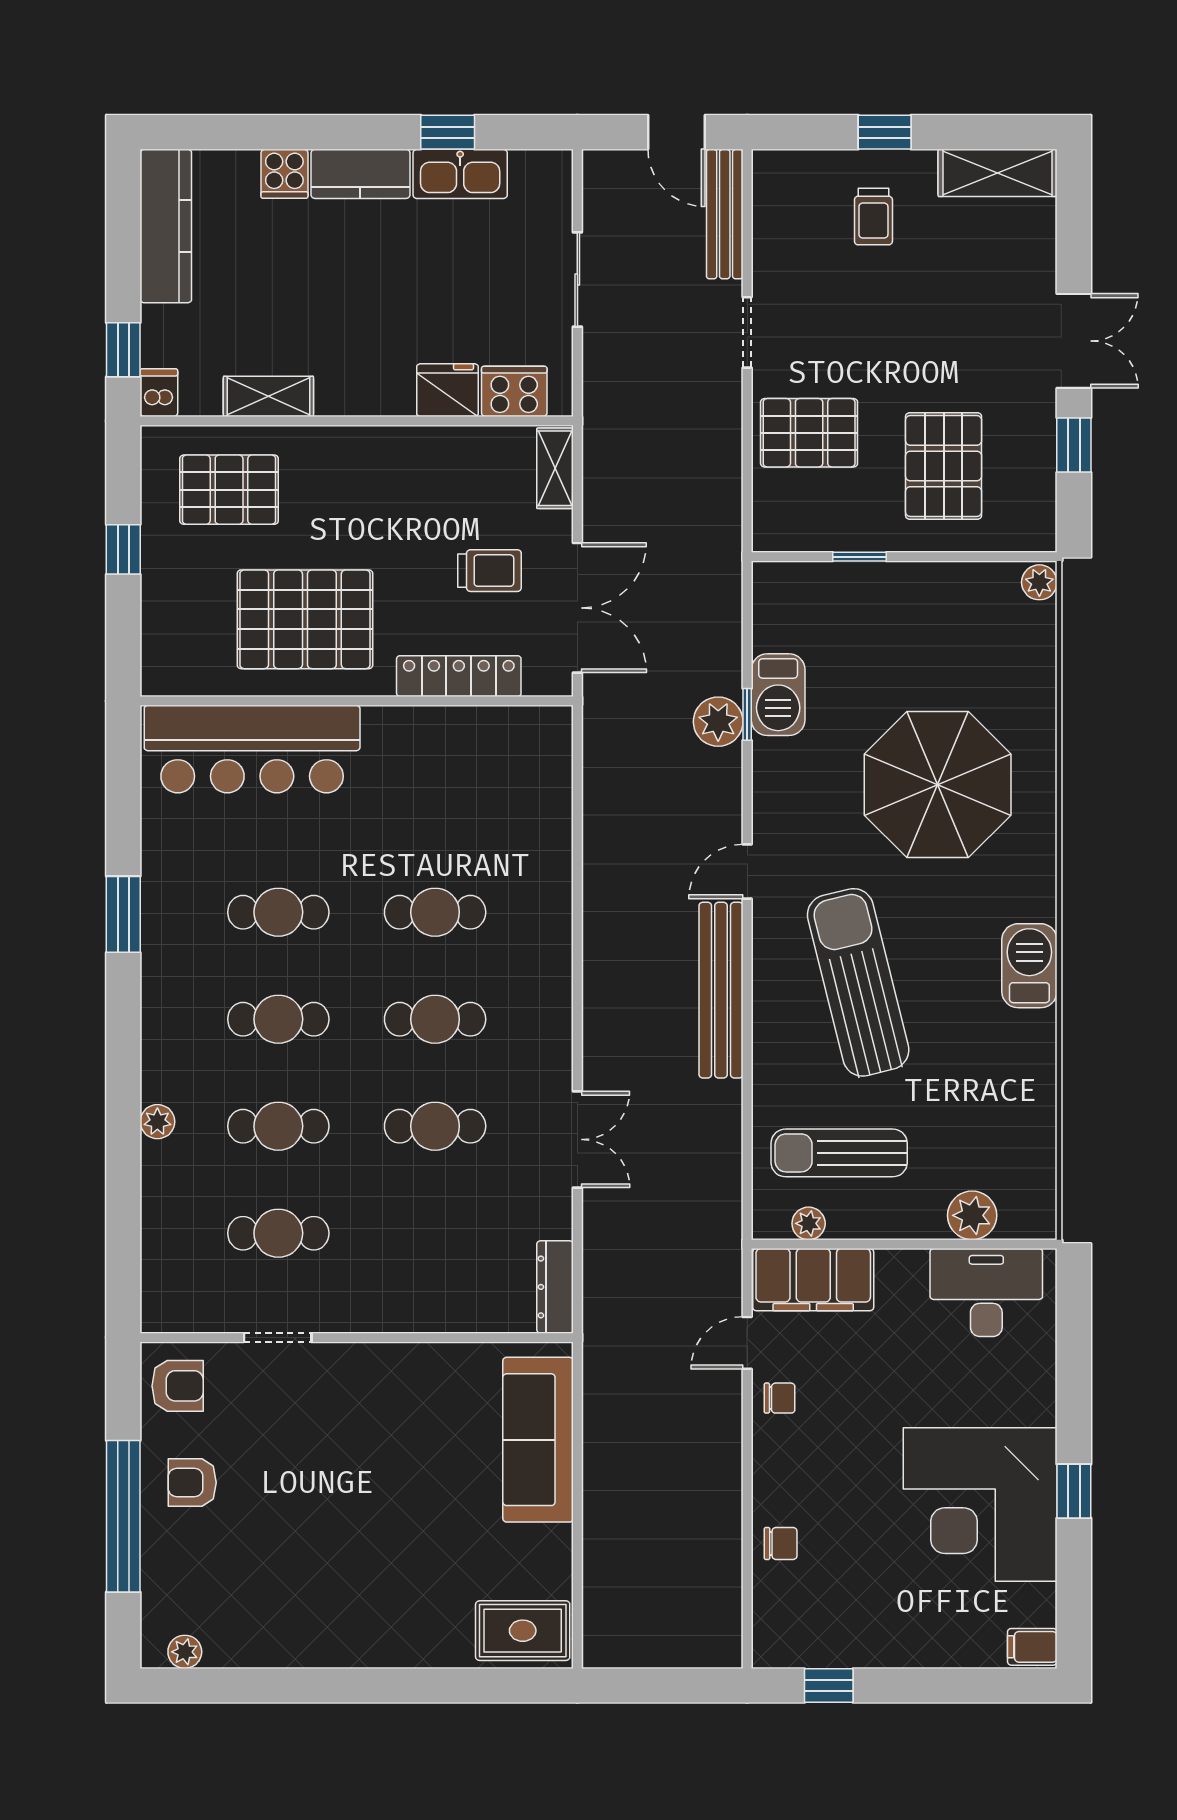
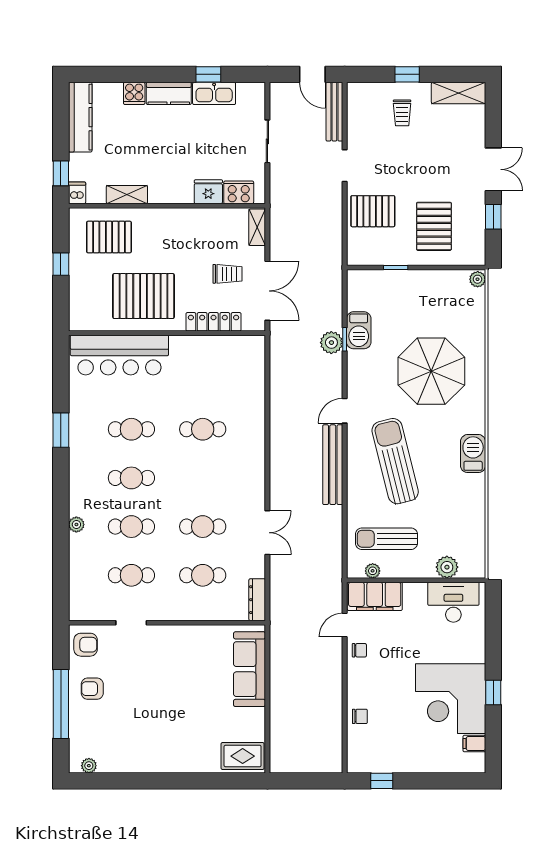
cafe table: (435, 1019) -> (203, 575), moved
filing cabinet: (1032, 1647) -> (474, 744), moved

